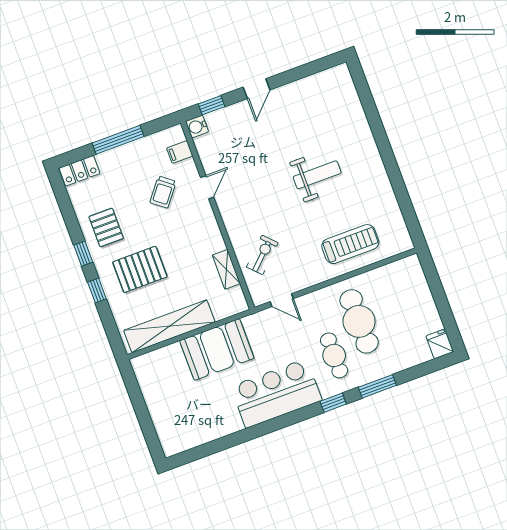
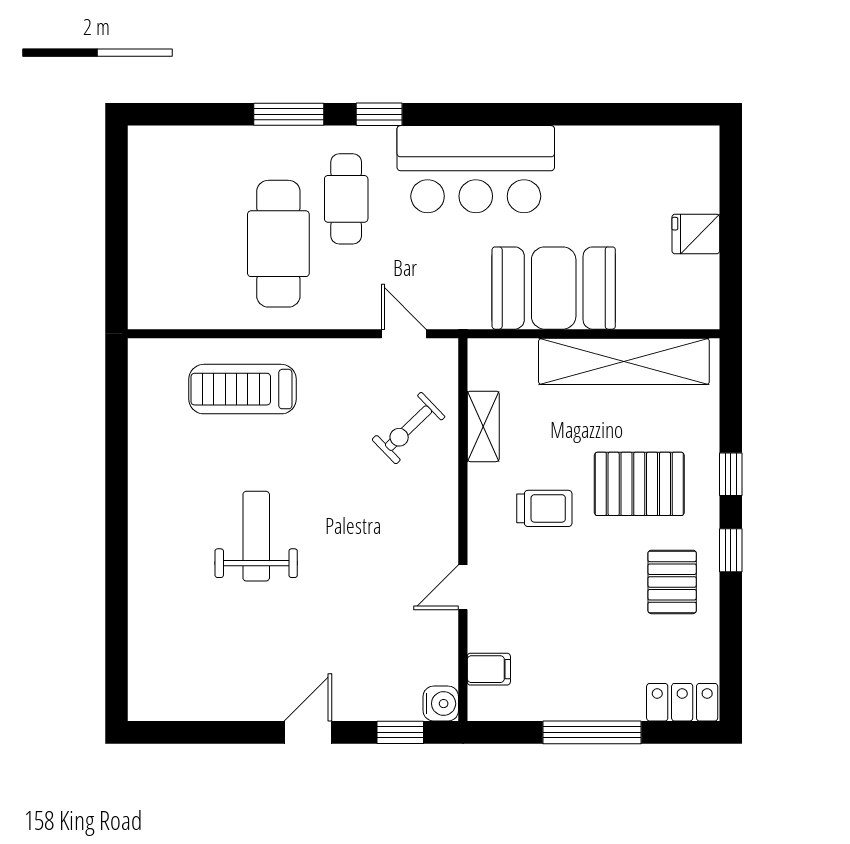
weight bench: (317, 175) -> (256, 536), turned 90
trolley: (163, 192) -> (544, 508), moved, turned 52
fridge: (440, 344) -> (696, 234), moved, turned 90

